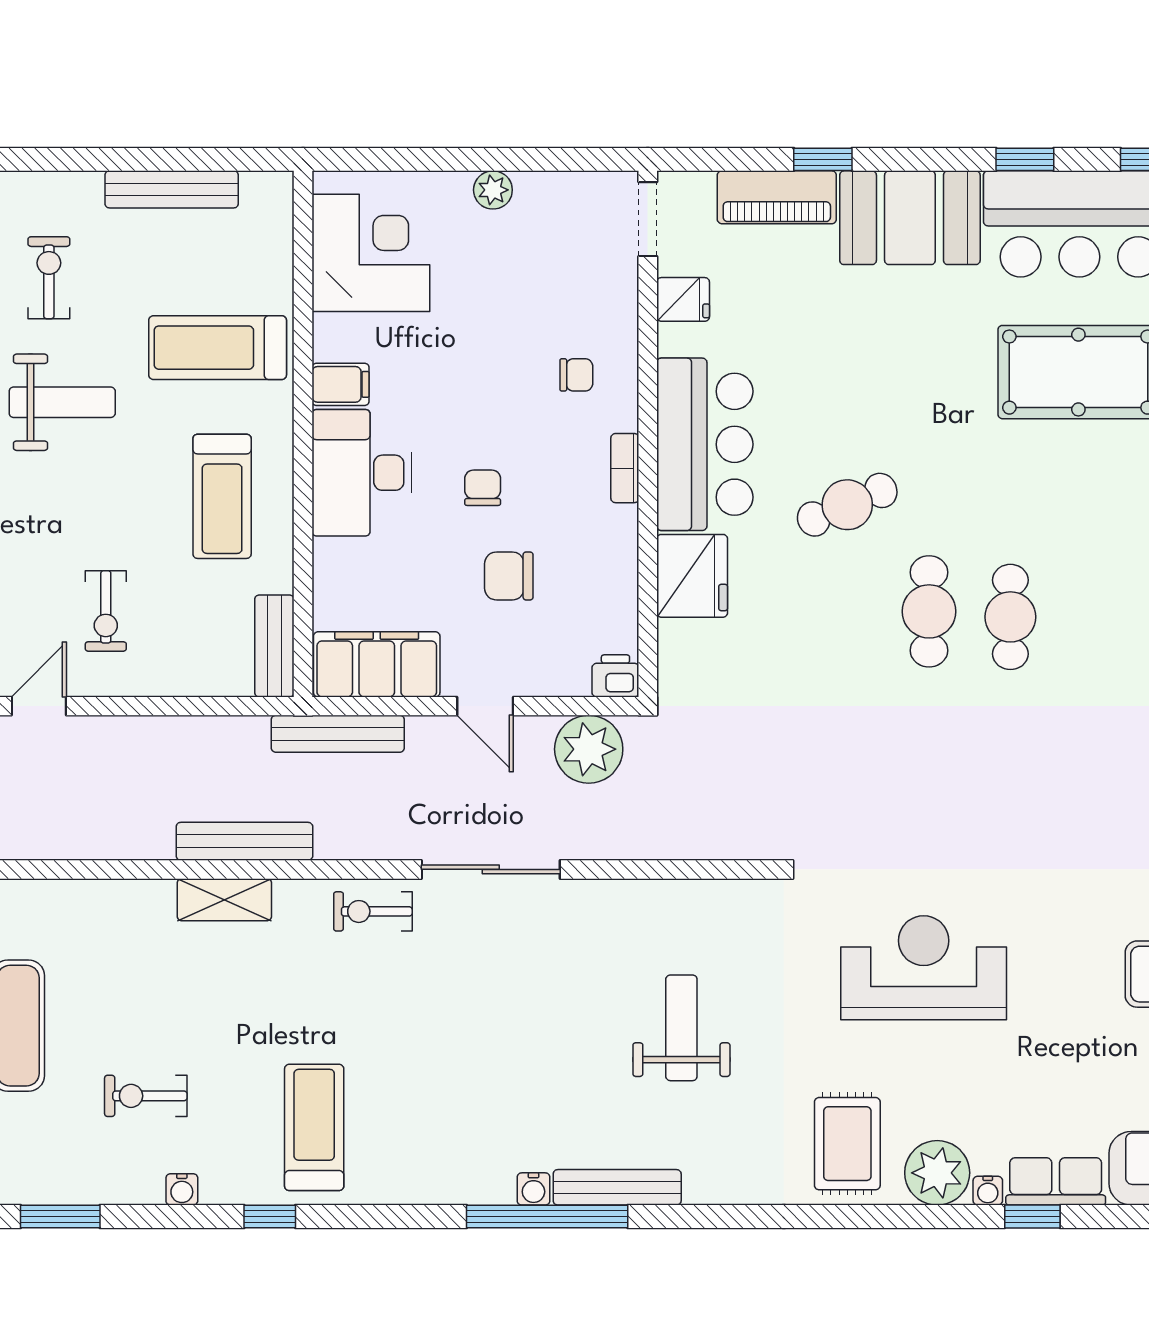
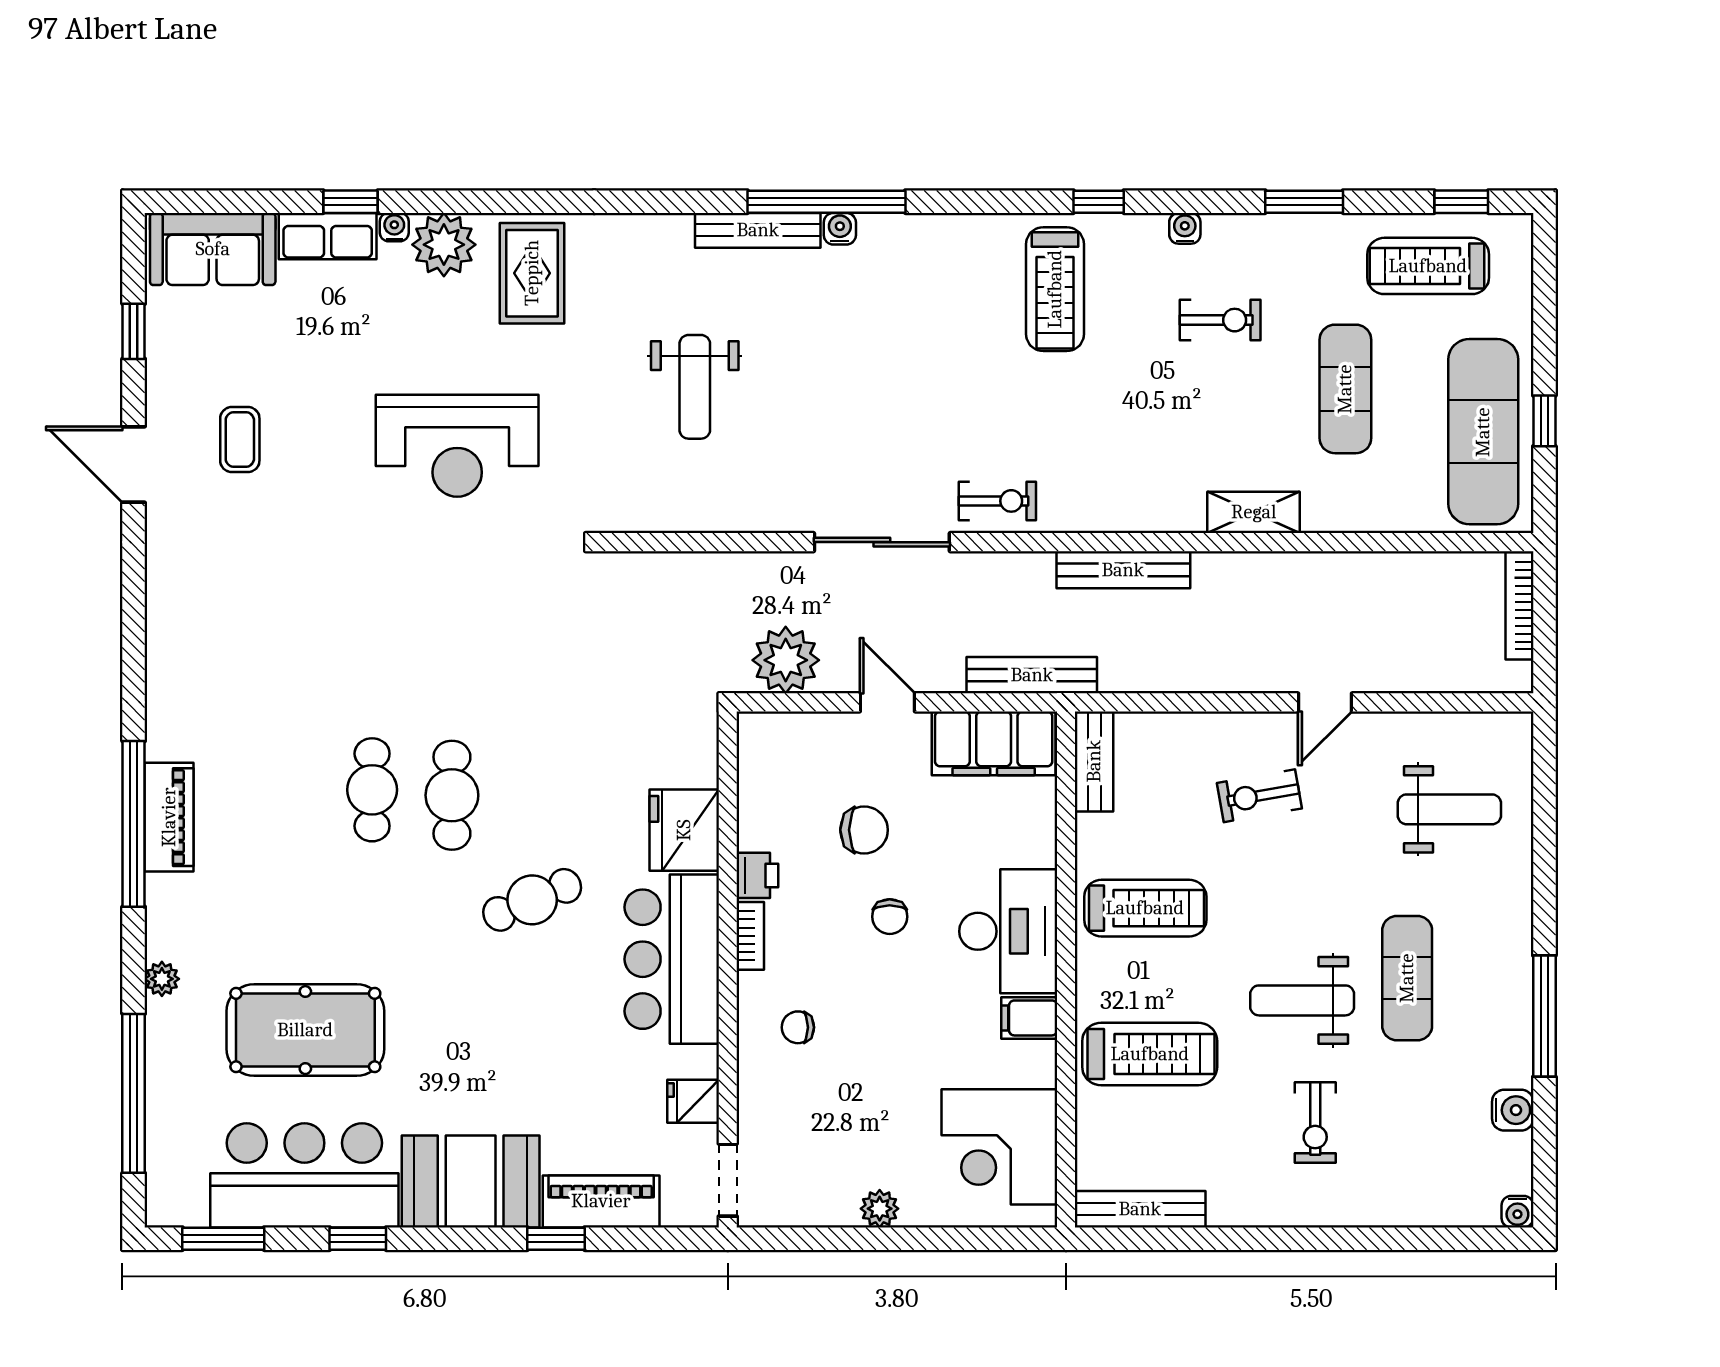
bench: (172, 189) -> (1140, 1209), moved
treadmill: (222, 496) -> (1145, 908), turned 90
exercise bike: (106, 611) -> (1259, 796), turned -100
printer: (615, 676) -> (757, 875), moved, turned -90
shelving: (224, 900) -> (1254, 512), moved

